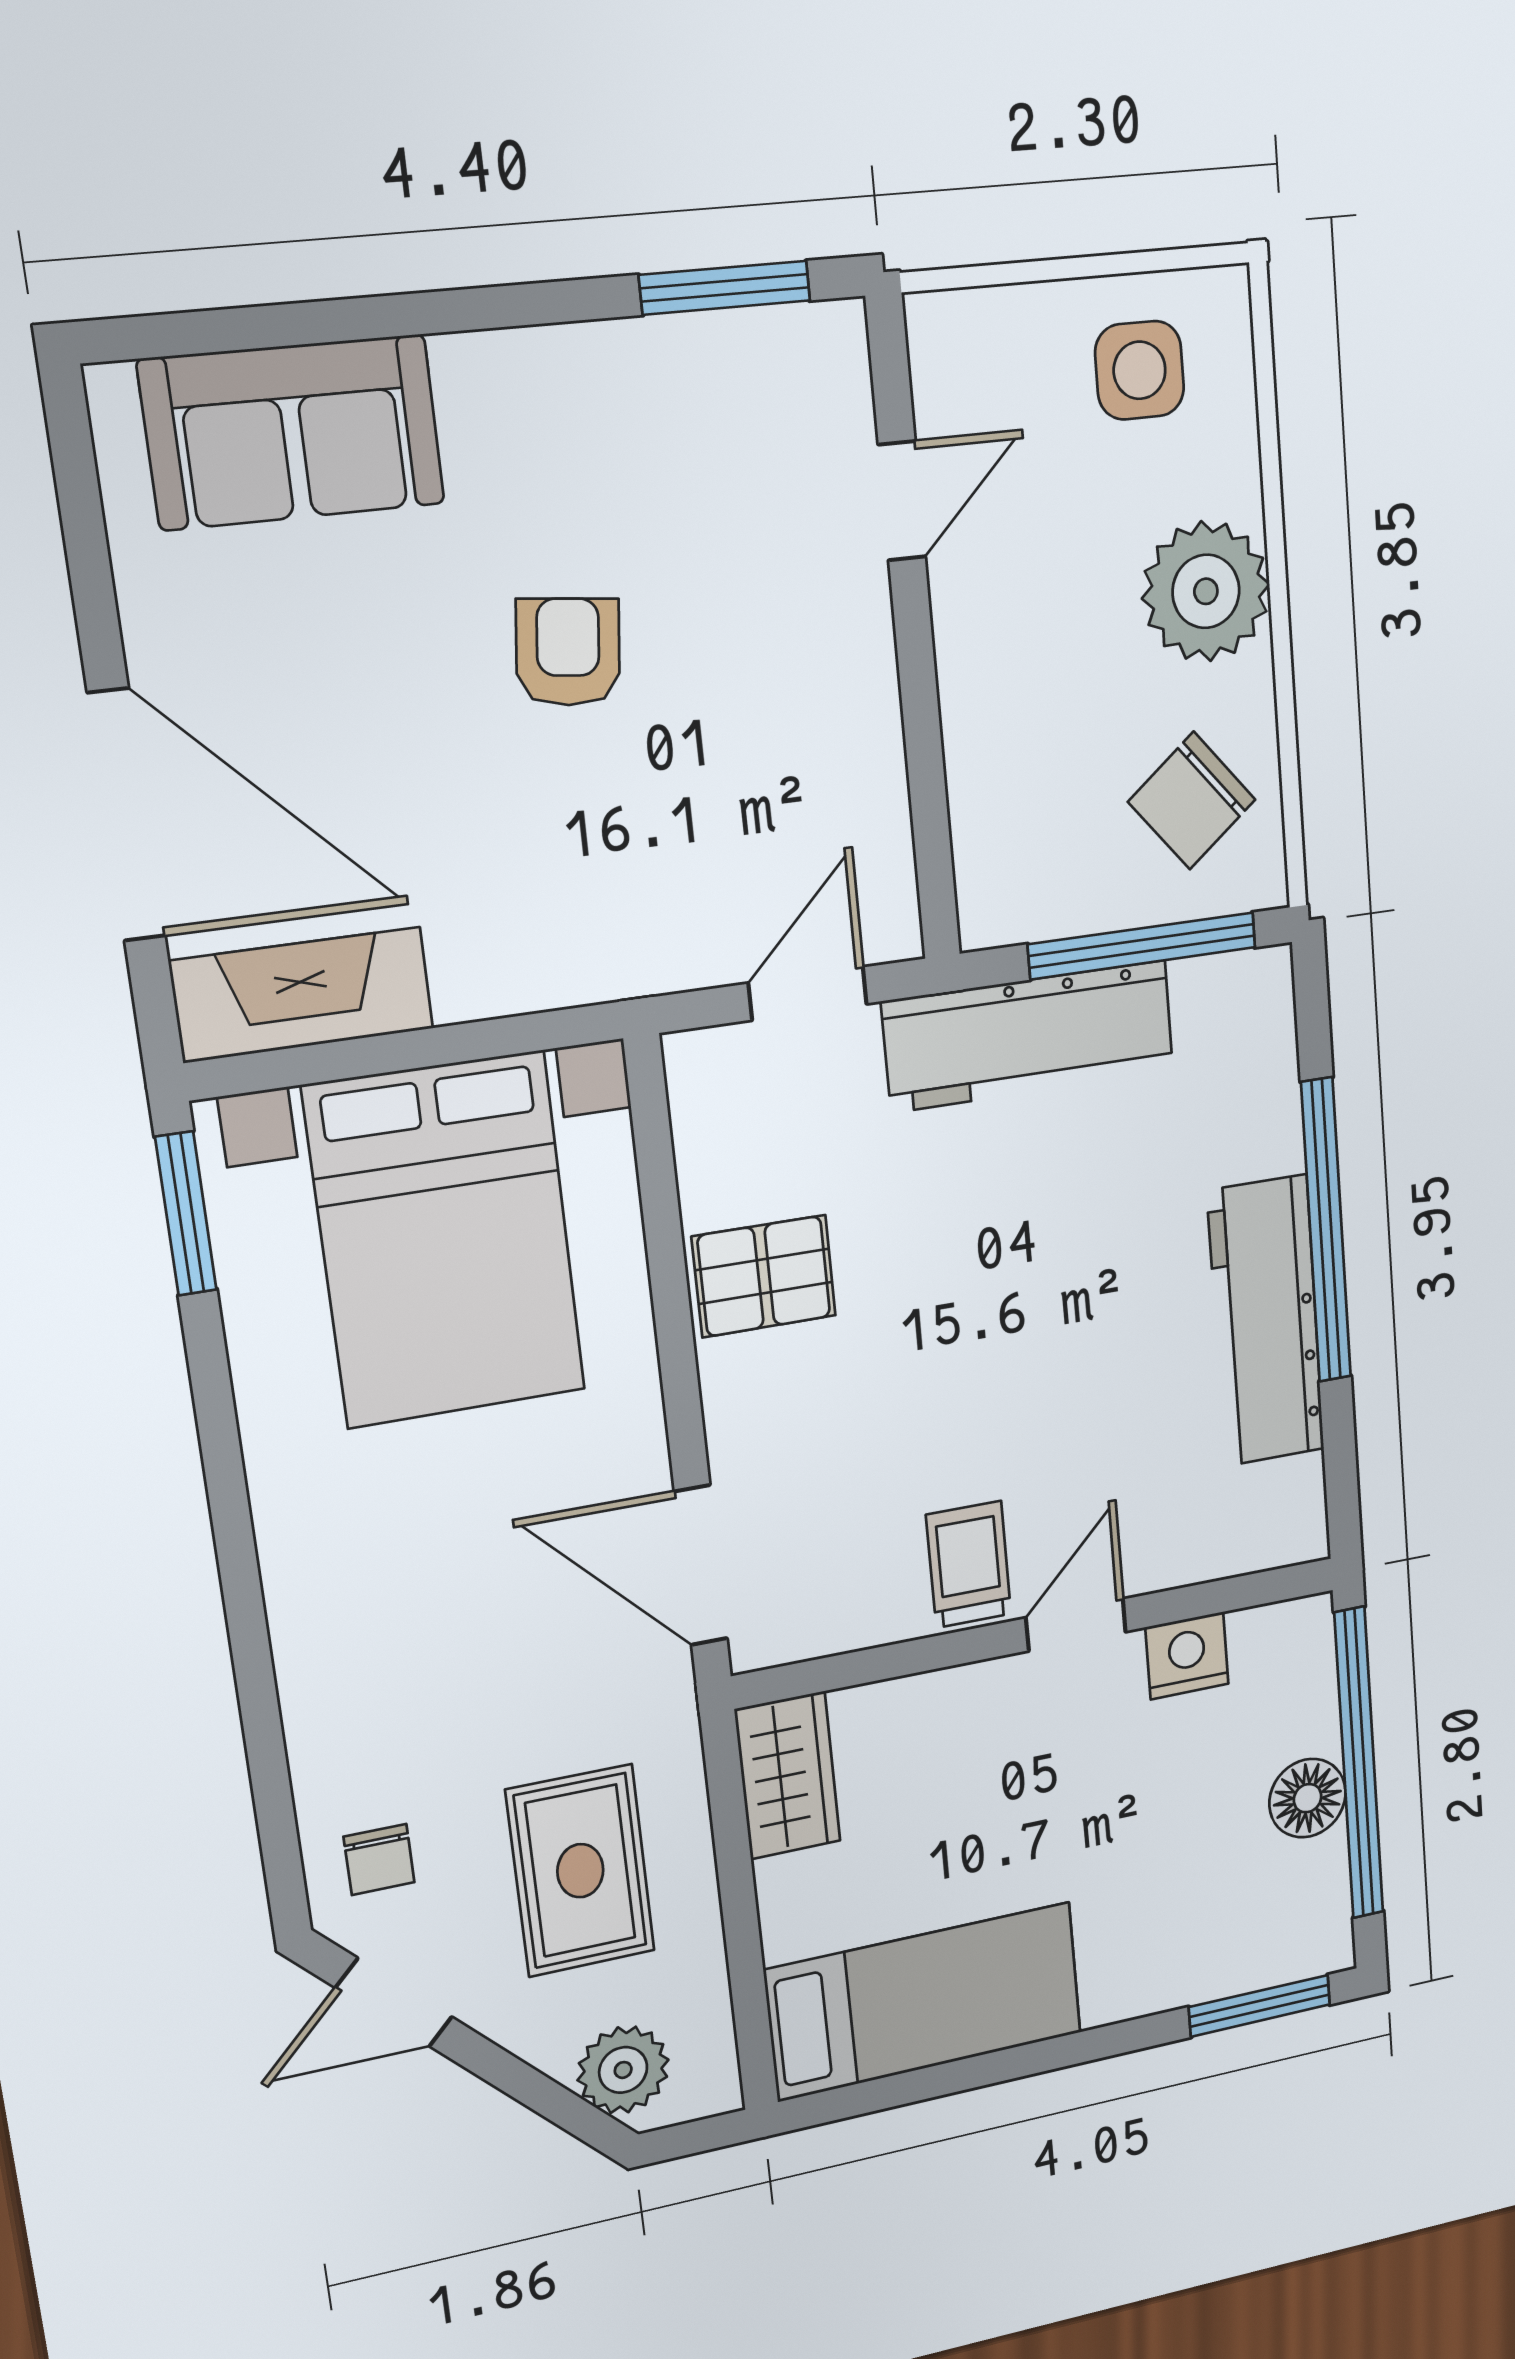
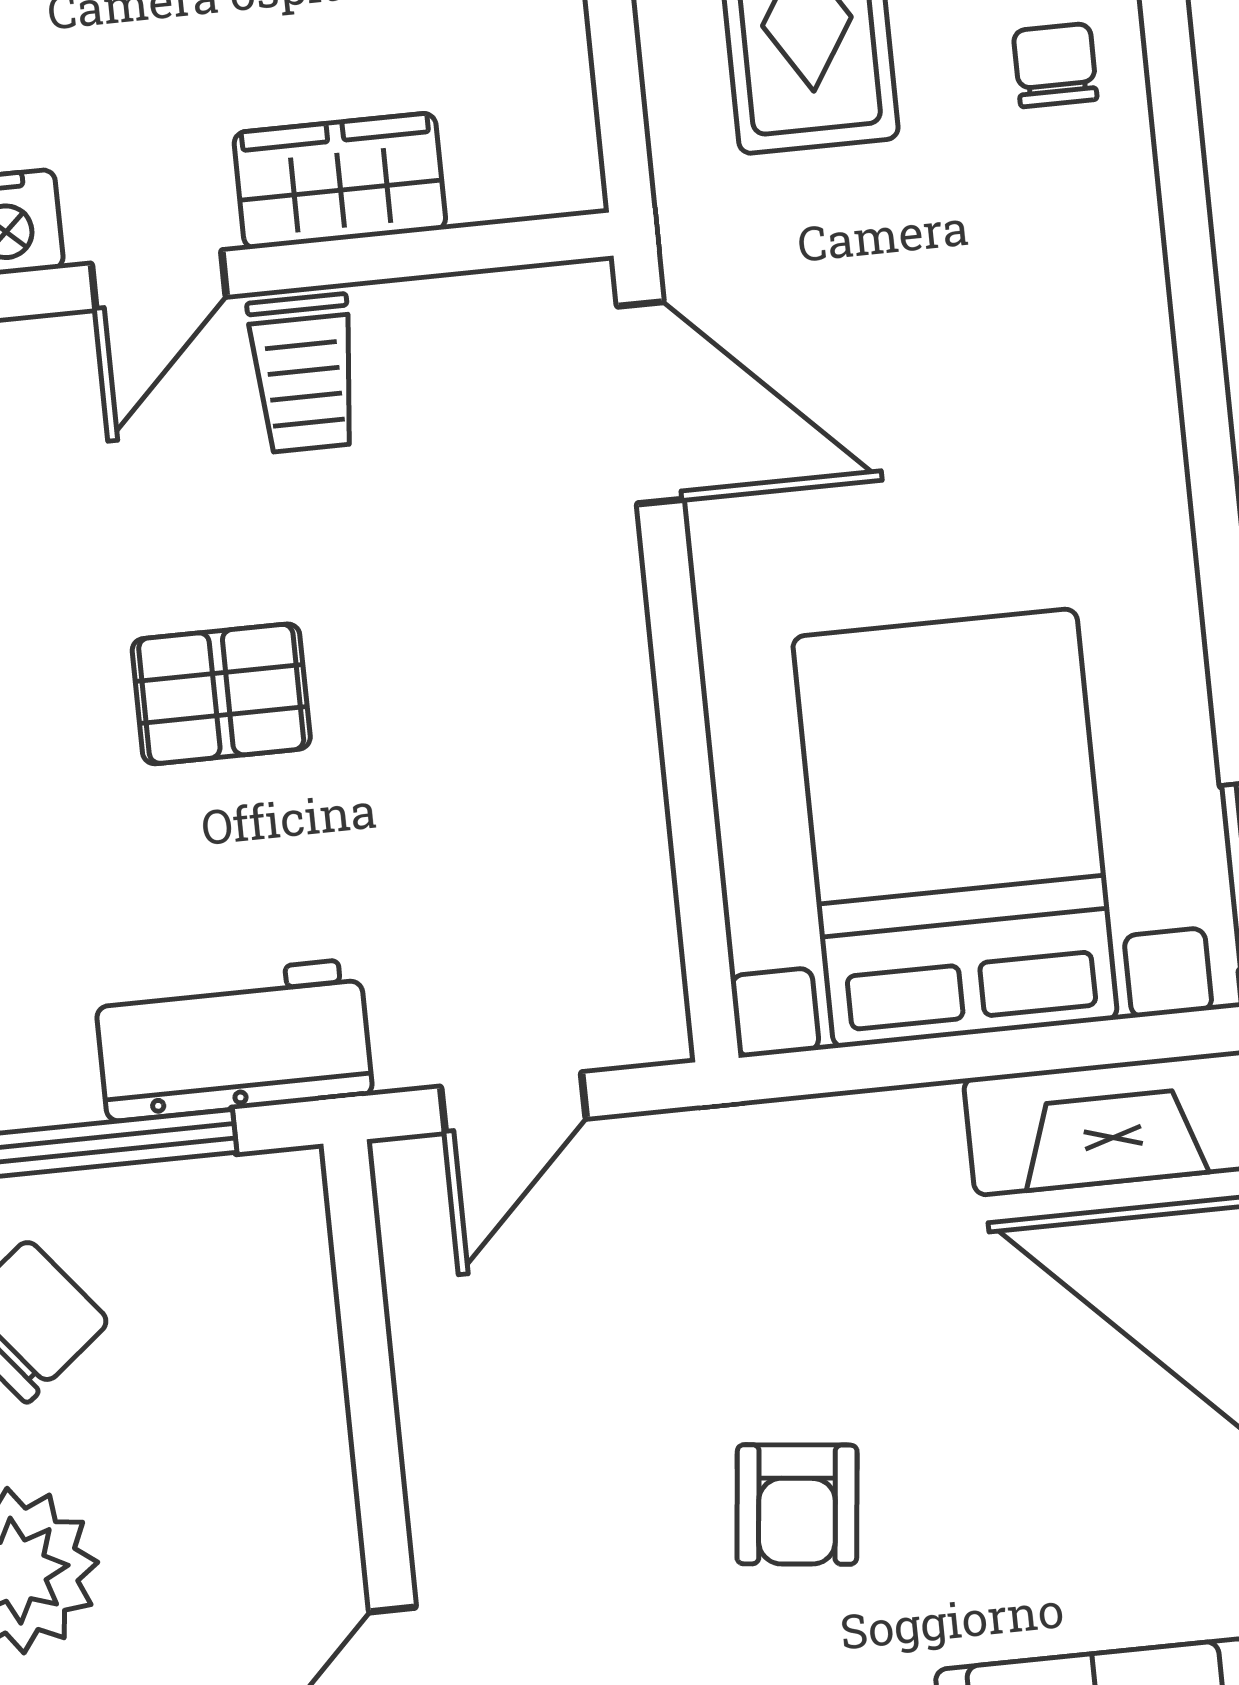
workbench: (1029, 1036) -> (233, 1040), width x0.73
pallet: (764, 1276) -> (221, 694), moved
wardrobe: (788, 1775) -> (340, 181), moved, turned 90

